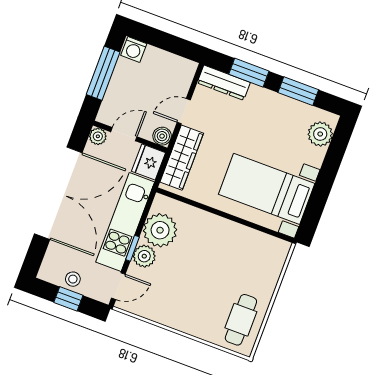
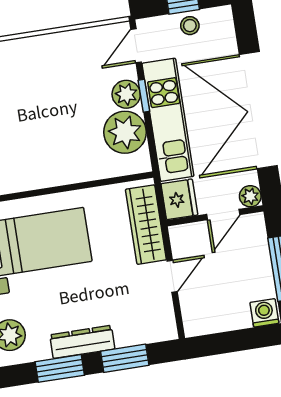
dresser: (224, 83) -> (82, 342), moved
boiler: (162, 136) -> (180, 236), removed

